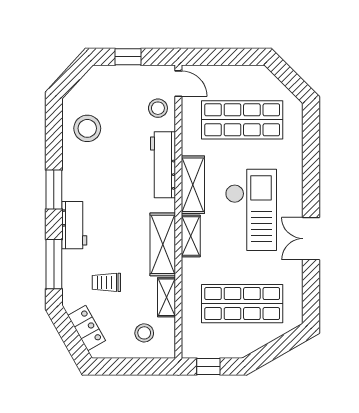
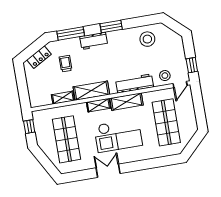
window: (128, 57) -> (192, 65), moved
stool: (144, 333) -> (42, 89), removed

